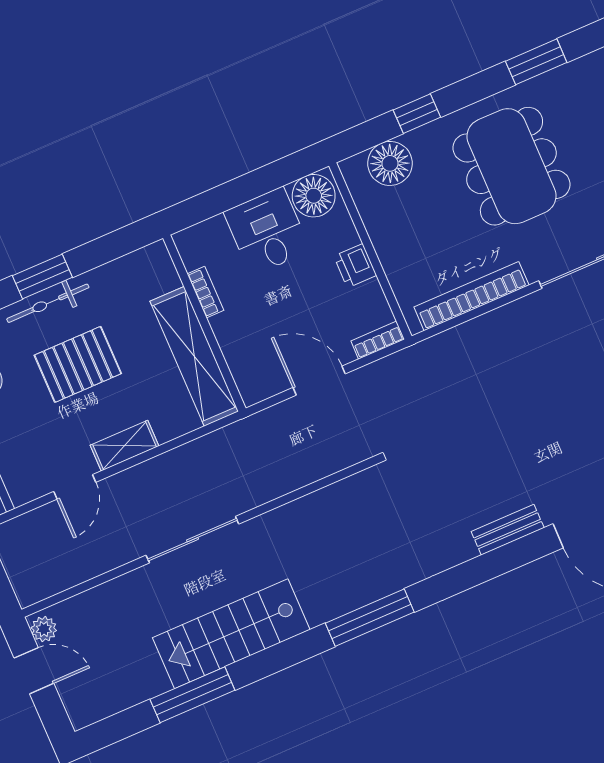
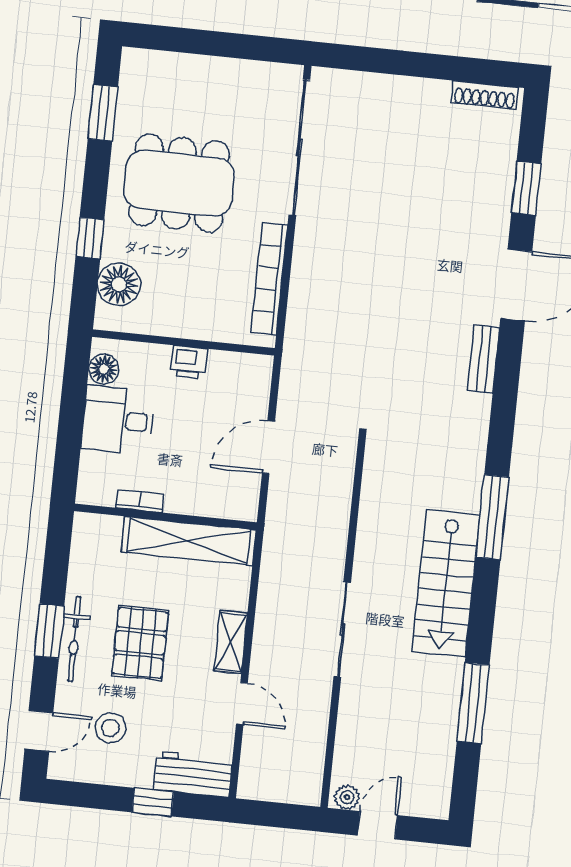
floor lamp: (314, 196) -> (104, 369), width x0.73, depth x0.73
bookcase: (378, 340) -> (262, 379), removed
stairs: (231, 634) -> (446, 583), moved

